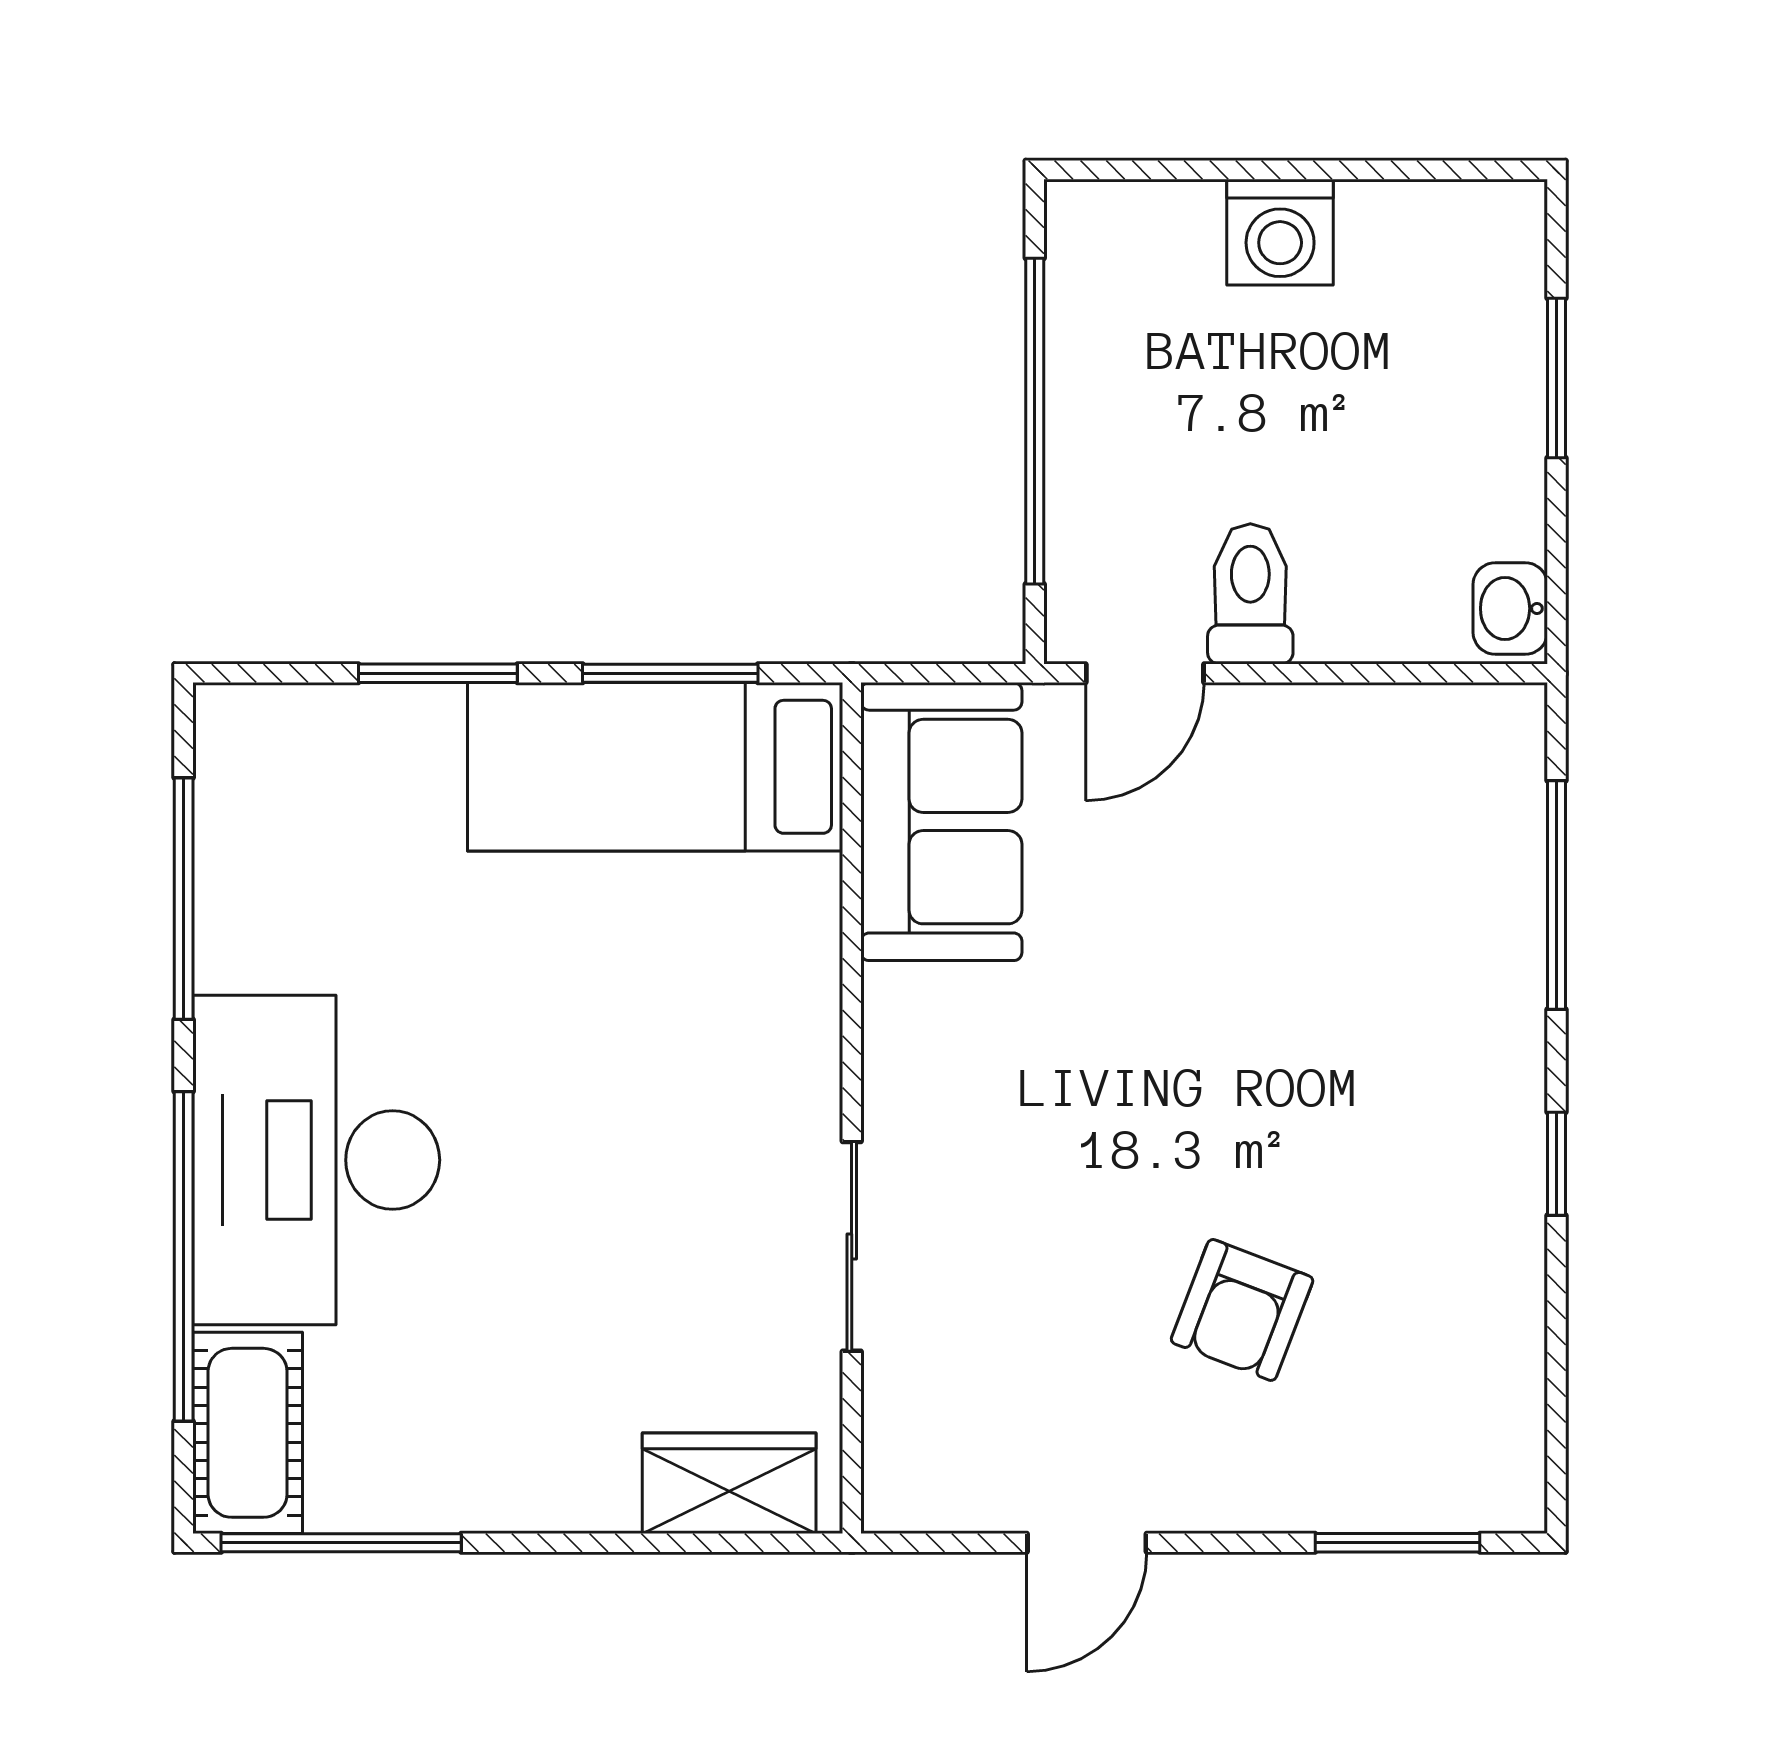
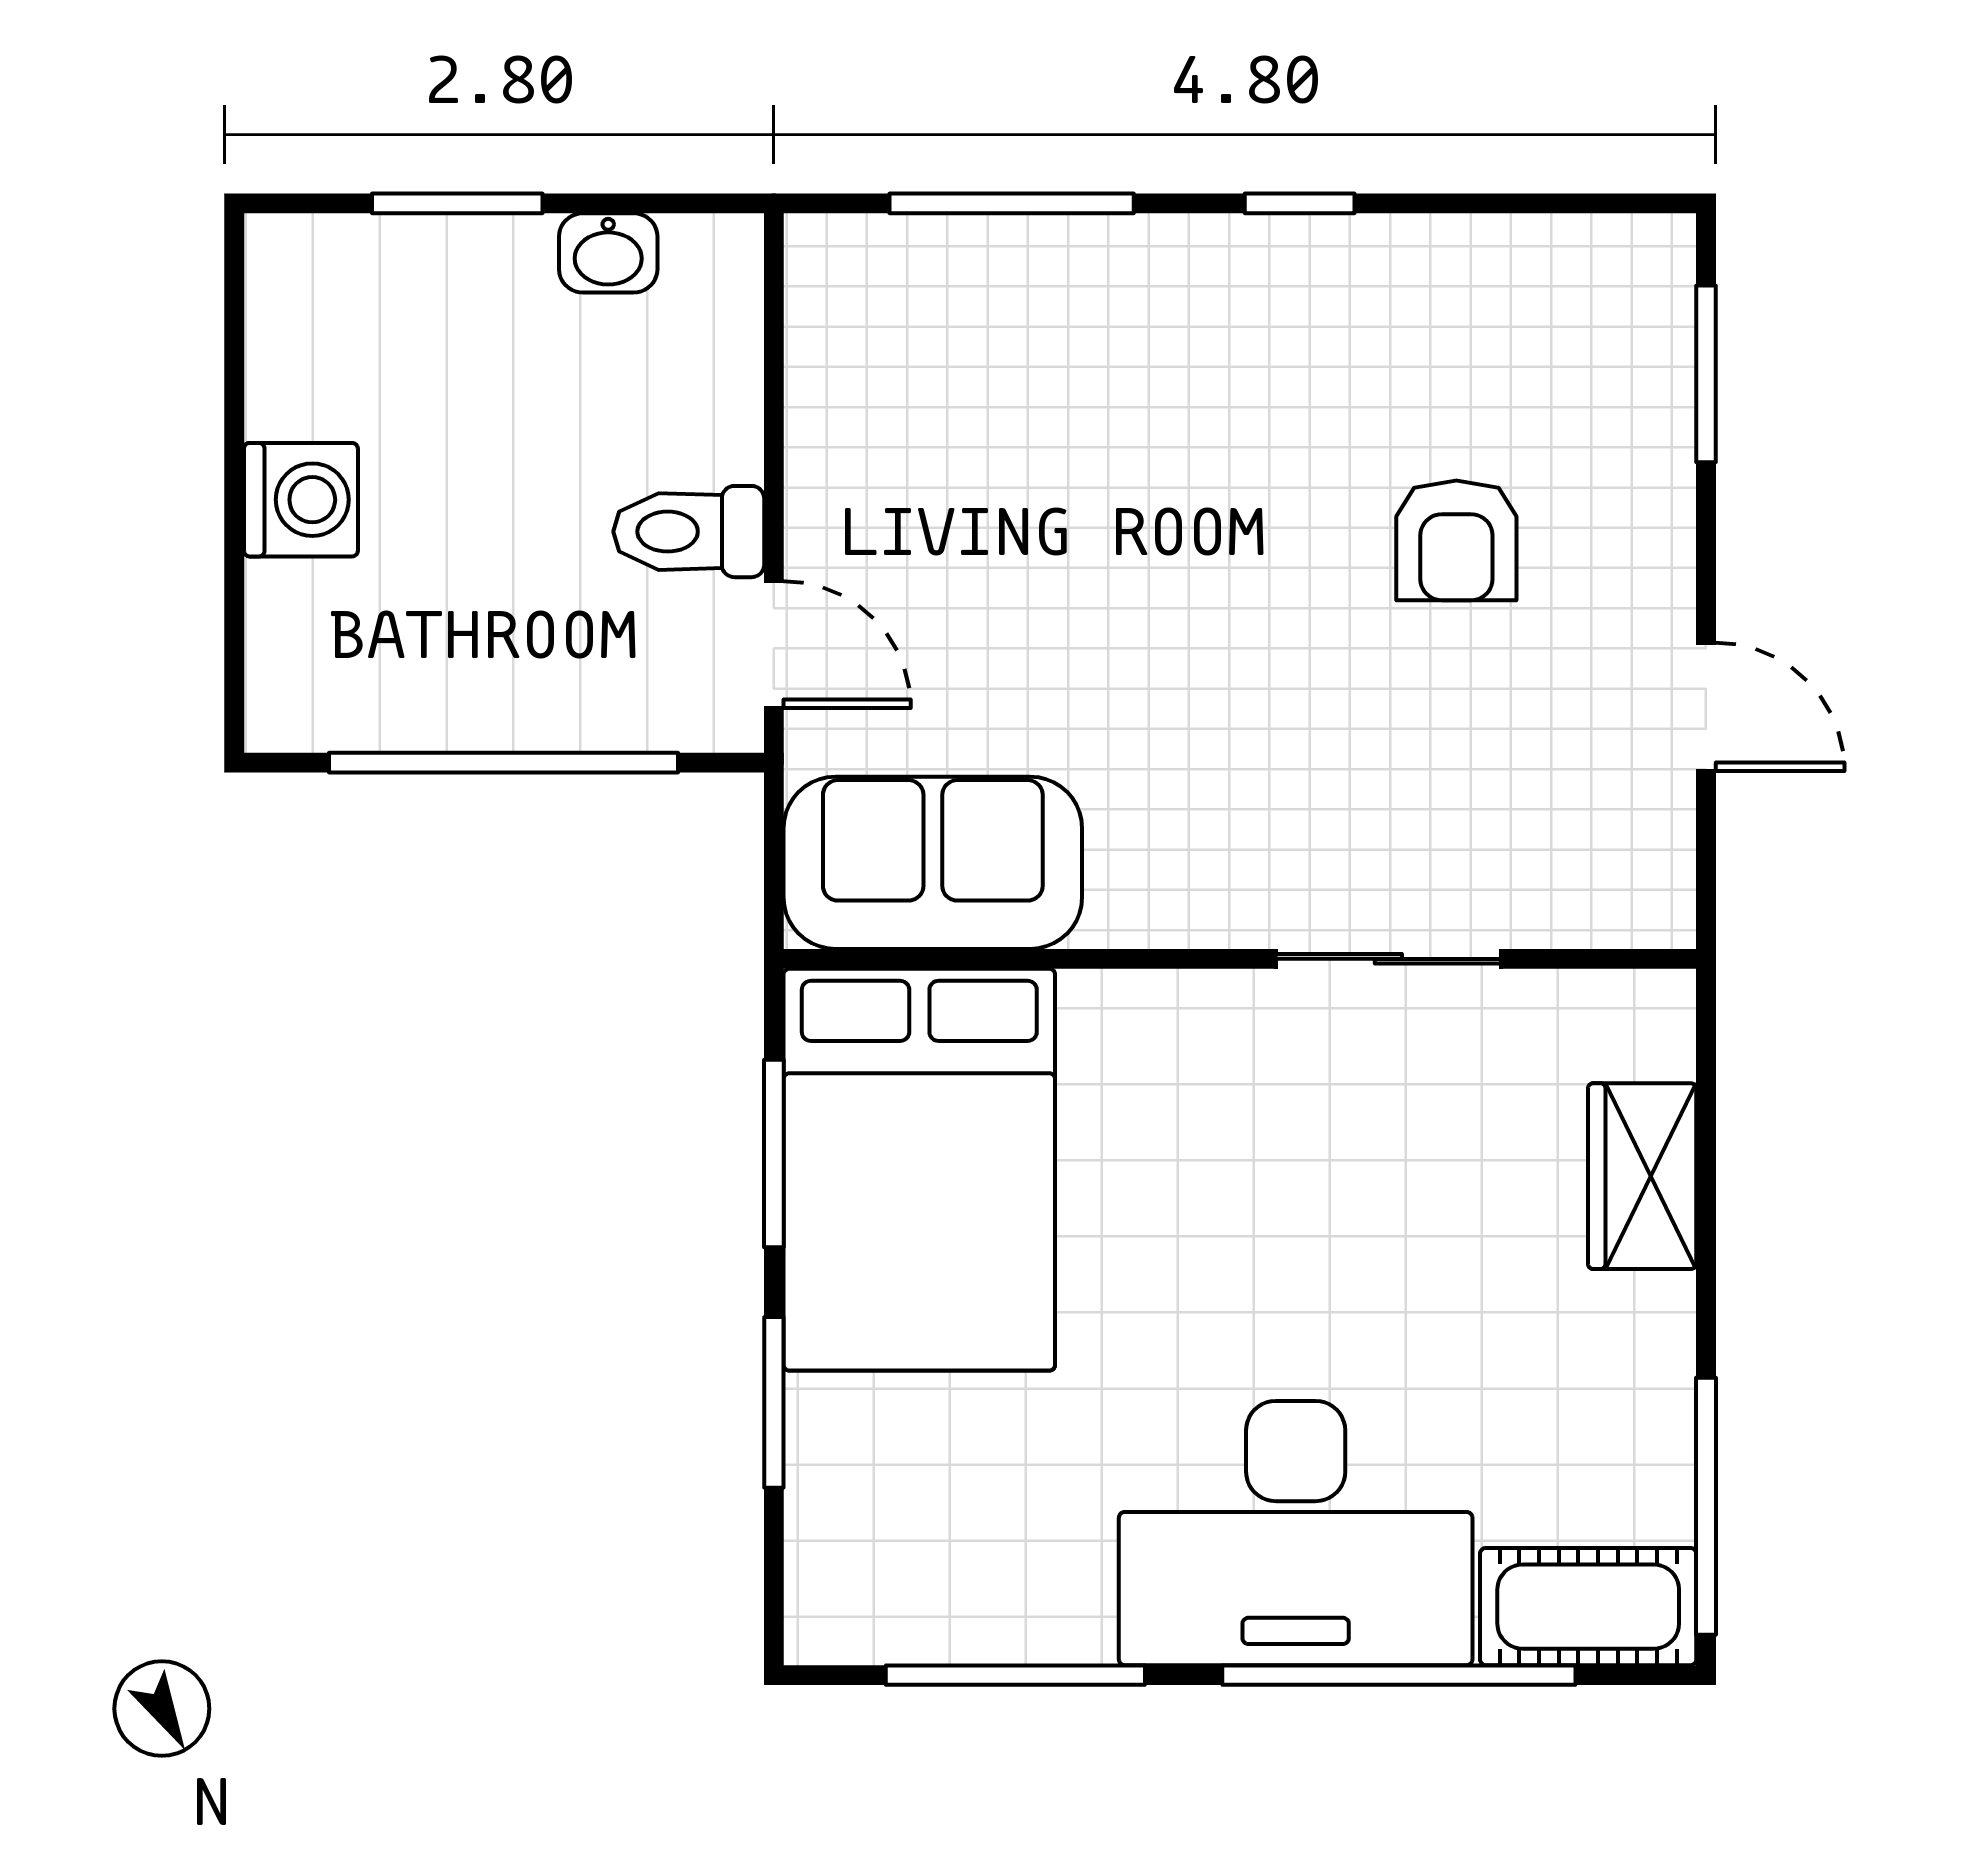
washbasin: (1510, 608) -> (608, 253), moved
bed: (655, 767) -> (919, 1170), width x1.50
armchair: (1242, 1310) -> (1456, 540), turned 69
wardrobe: (729, 1483) -> (1642, 1176), moved

